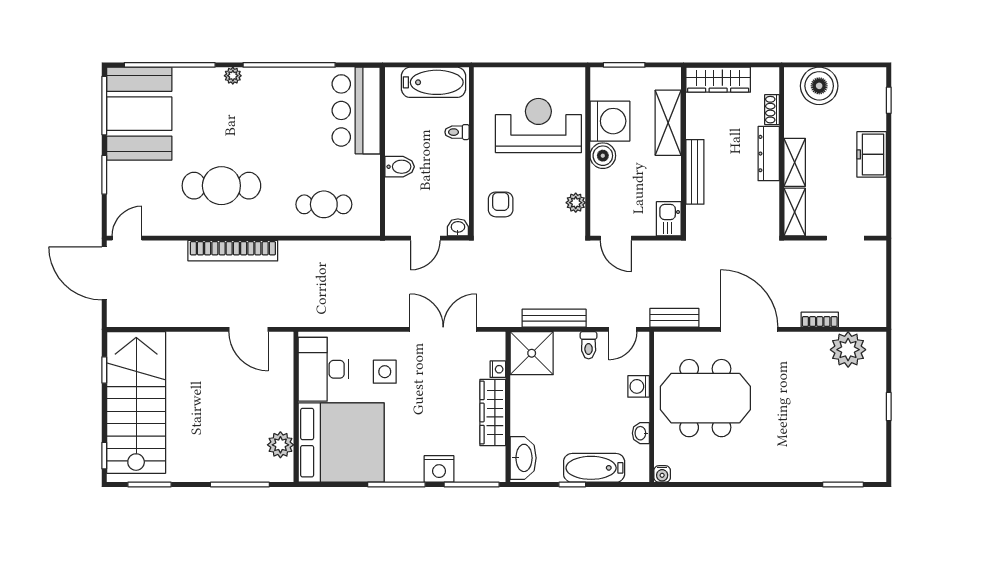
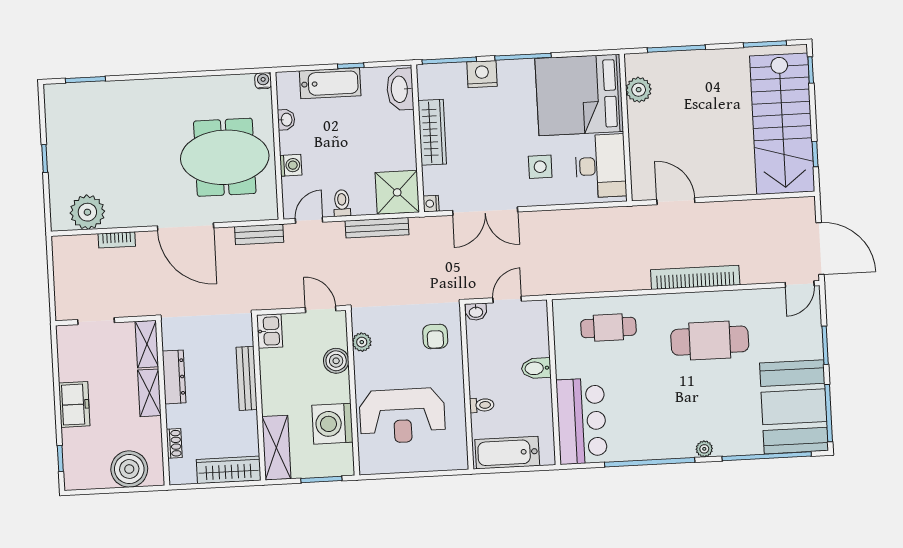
shelving: (668, 123) -> (276, 448), moved
dresser: (769, 154) -> (174, 377), moved
boiler: (603, 156) -> (336, 361), moved
nightstand: (498, 369) -> (431, 204), moved

